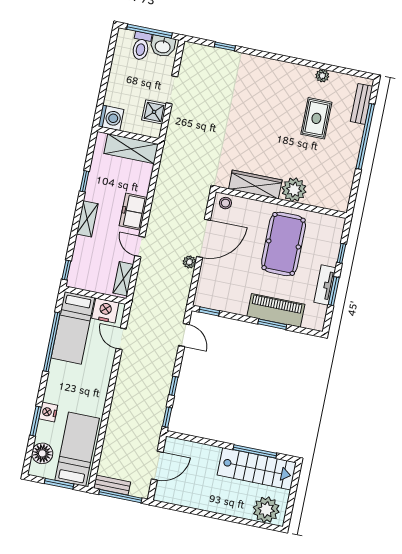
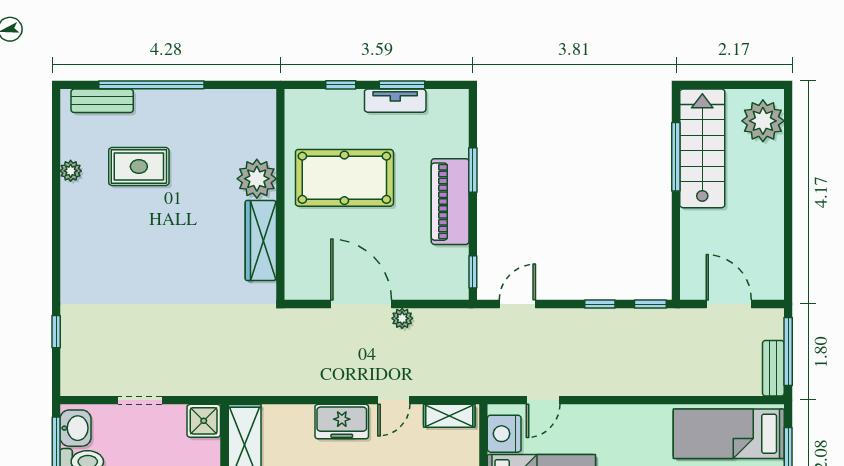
shower: (154, 112) -> (204, 421), moved
stool: (225, 203) -> (299, 281), removed
piano: (276, 310) -> (450, 202), moved

